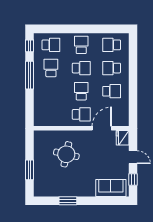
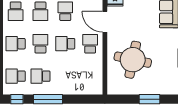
school desk: (51, 45) -> (16, 76), turned -90
round table: (66, 154) -> (133, 60), width x1.36, depth x1.36

